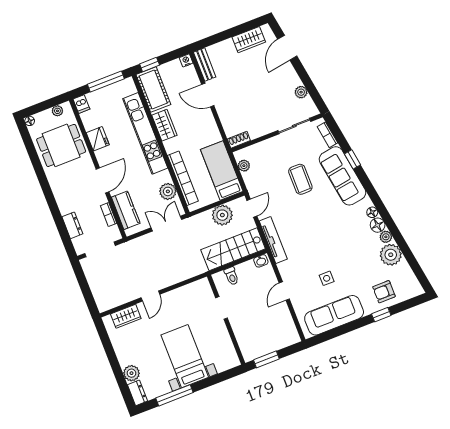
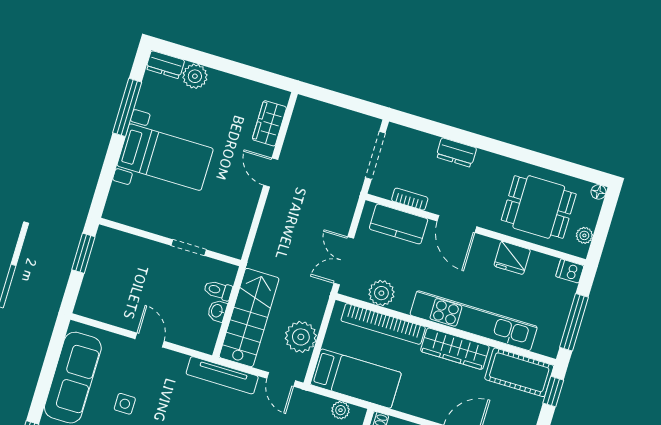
wardrobe: (164, 125) -> (455, 349), width x1.50
dining table: (61, 145) -> (539, 207), turned 90
double door: (166, 224) -> (344, 261), swing flipped
dresser: (72, 225) -> (456, 152), moved
washbasin: (261, 261) -> (217, 311), moved

